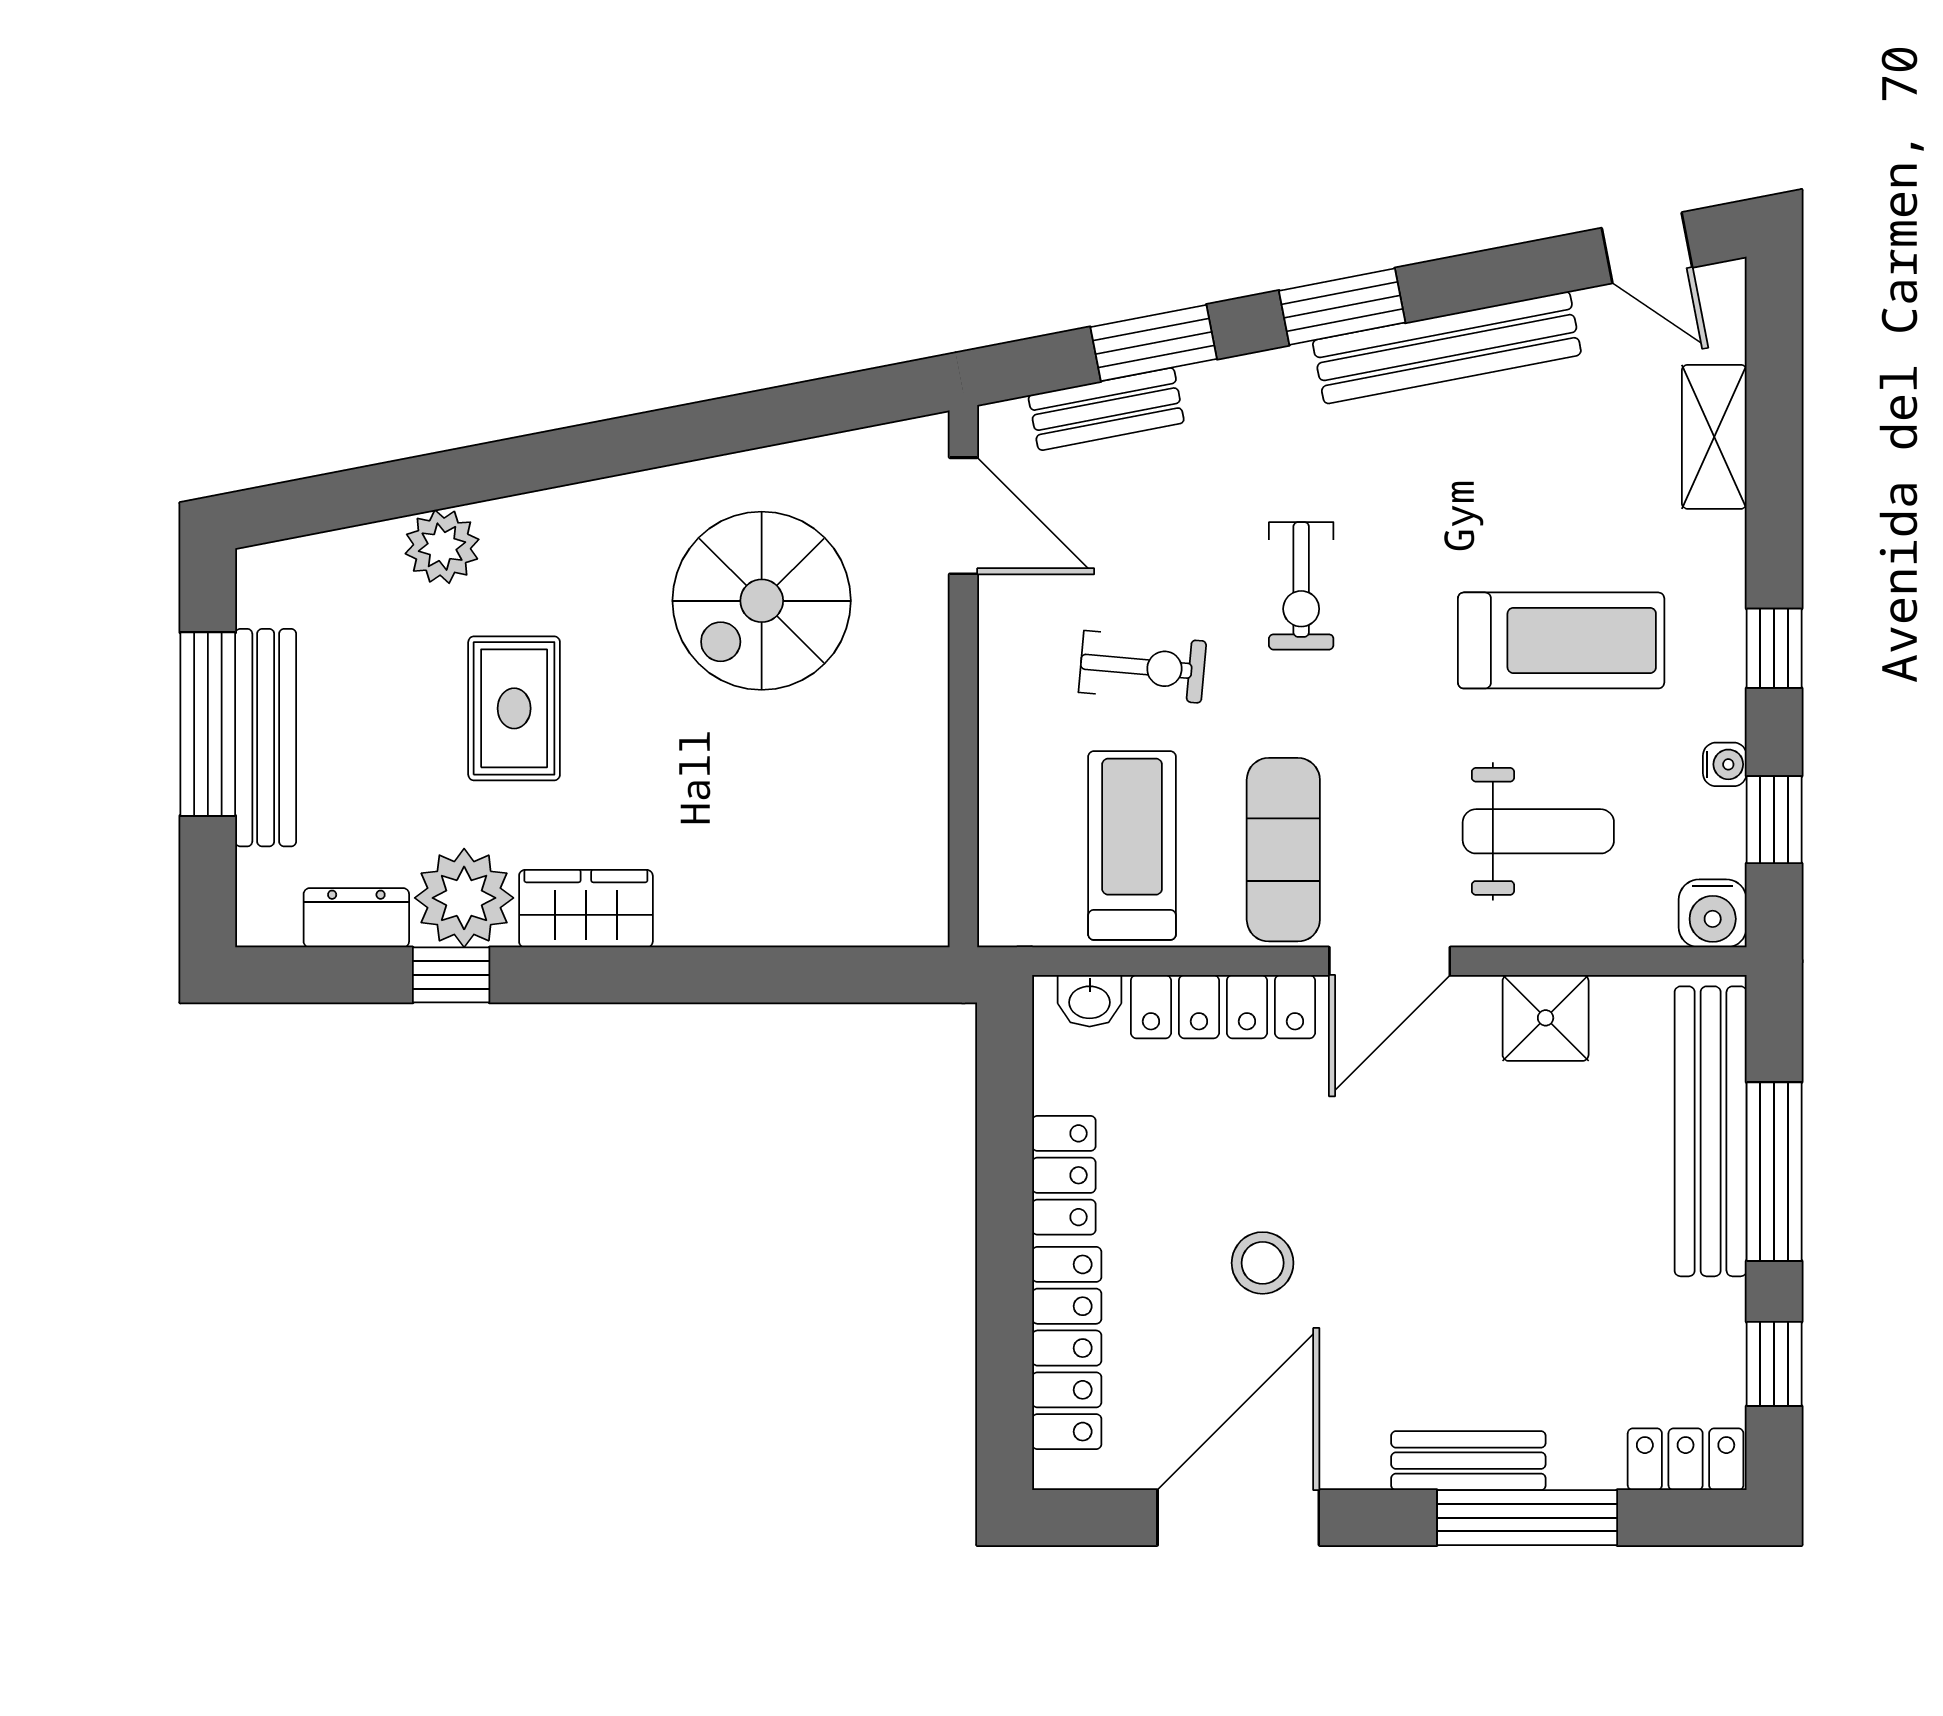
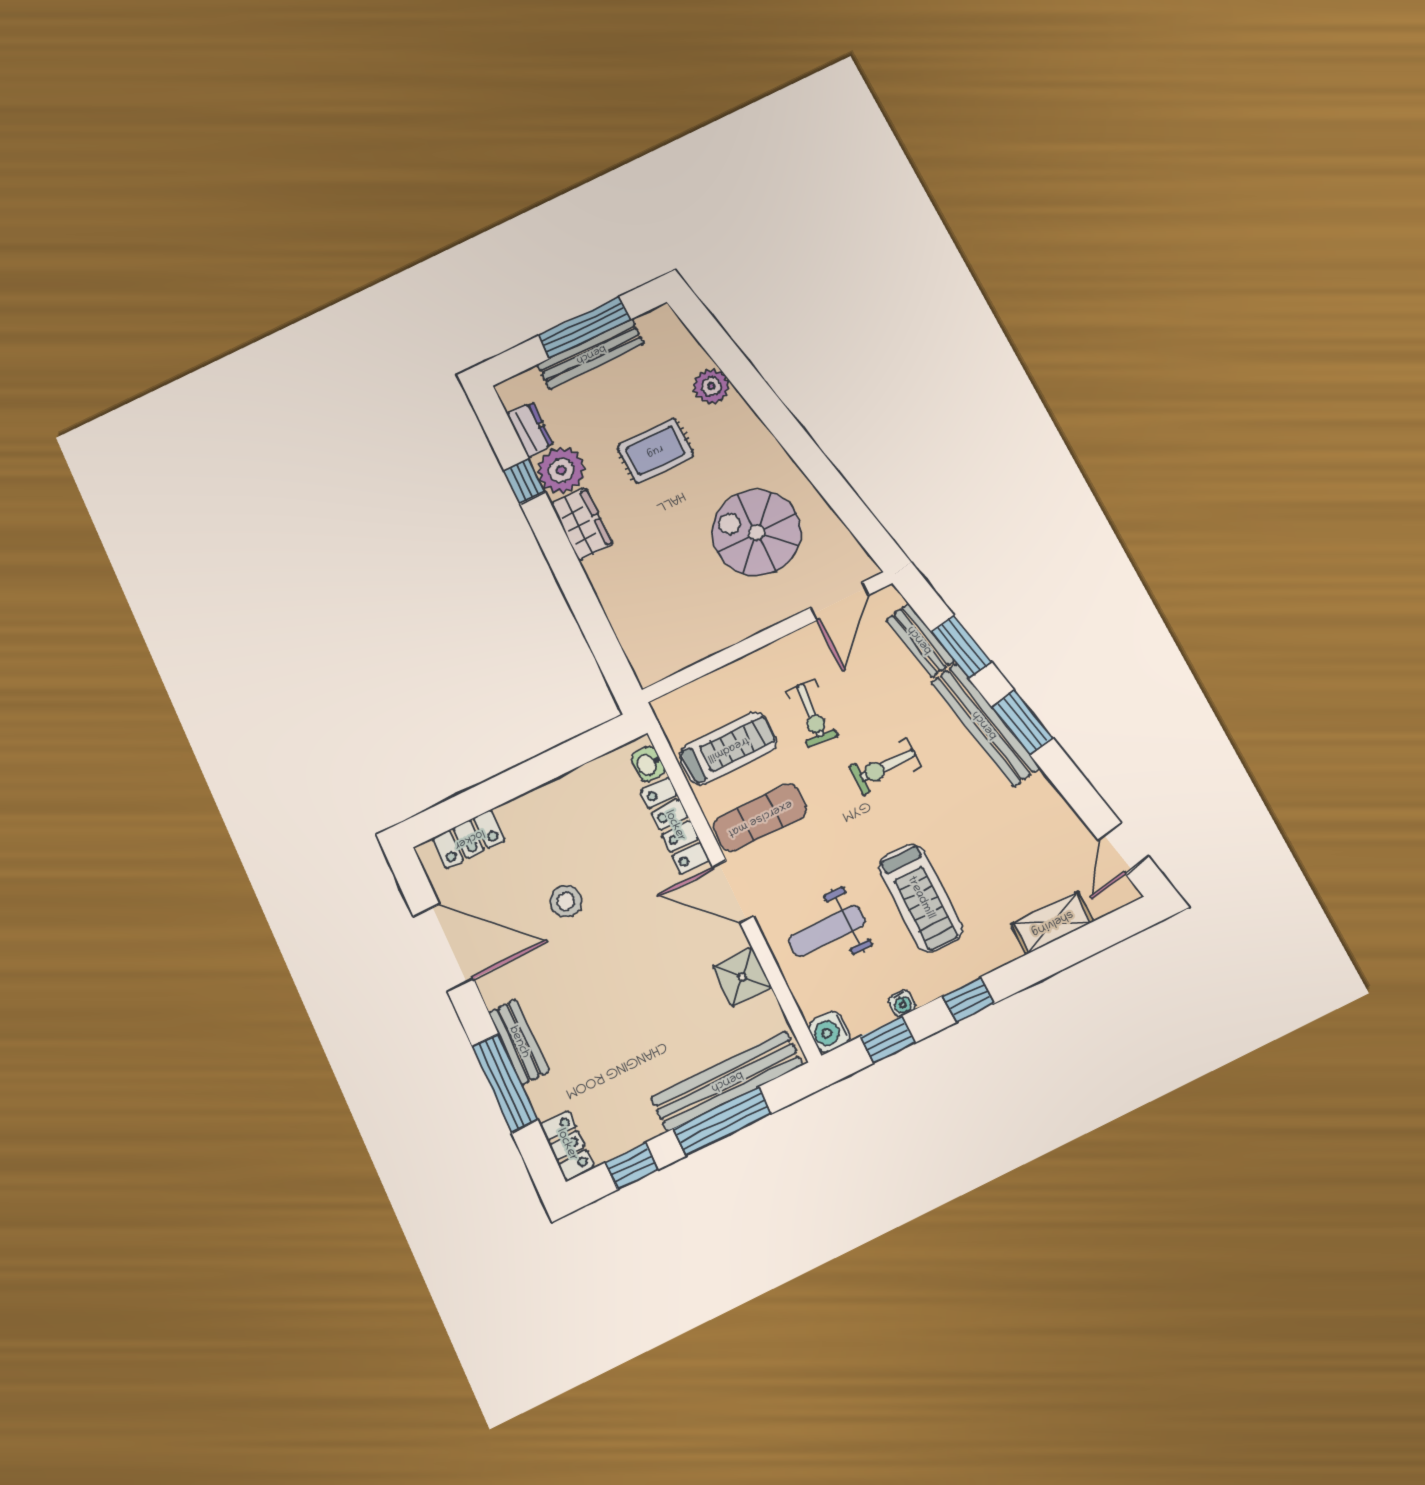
bench: (1447, 348) -> (985, 725), moved
weight bench: (1538, 831) -> (827, 931), turned 90
locker: (1064, 1175) -> (563, 791), removed
locker: (1067, 1348) -> (469, 839), width x0.66

